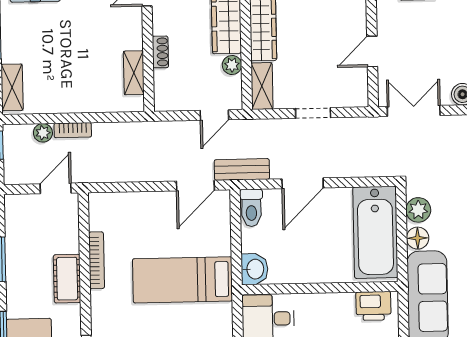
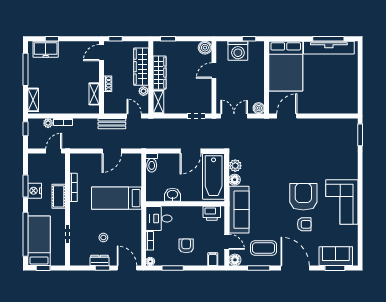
door: (372, 51) -> (214, 70), moved
doorway: (313, 113) -> (196, 116), moved
door: (214, 115) -> (134, 116), swing flipped
bench: (242, 169) -> (112, 124), moved
door: (303, 183) -> (191, 151), moved
door: (195, 186) -> (112, 151), moved
nightstand: (19, 268) -> (35, 191), added
washbasin: (254, 269) -> (173, 195), moved, turned -90

